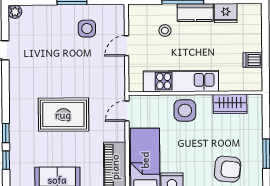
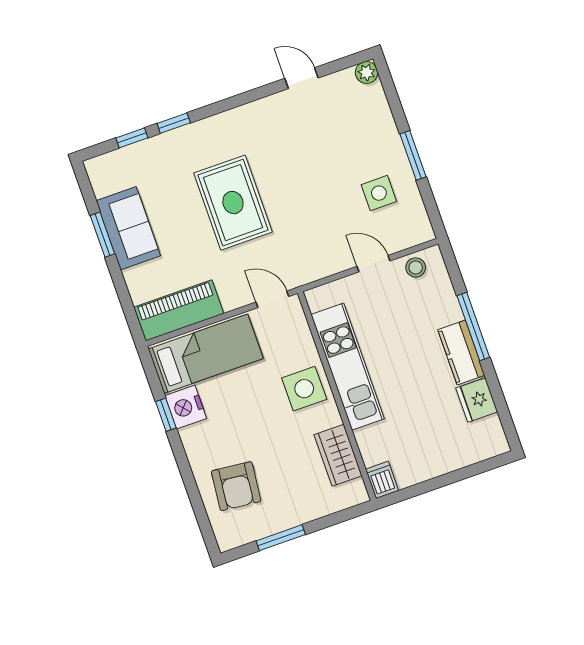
stool: (165, 30) -> (416, 267), moved
dishwasher: (253, 60) -> (382, 480), moved

